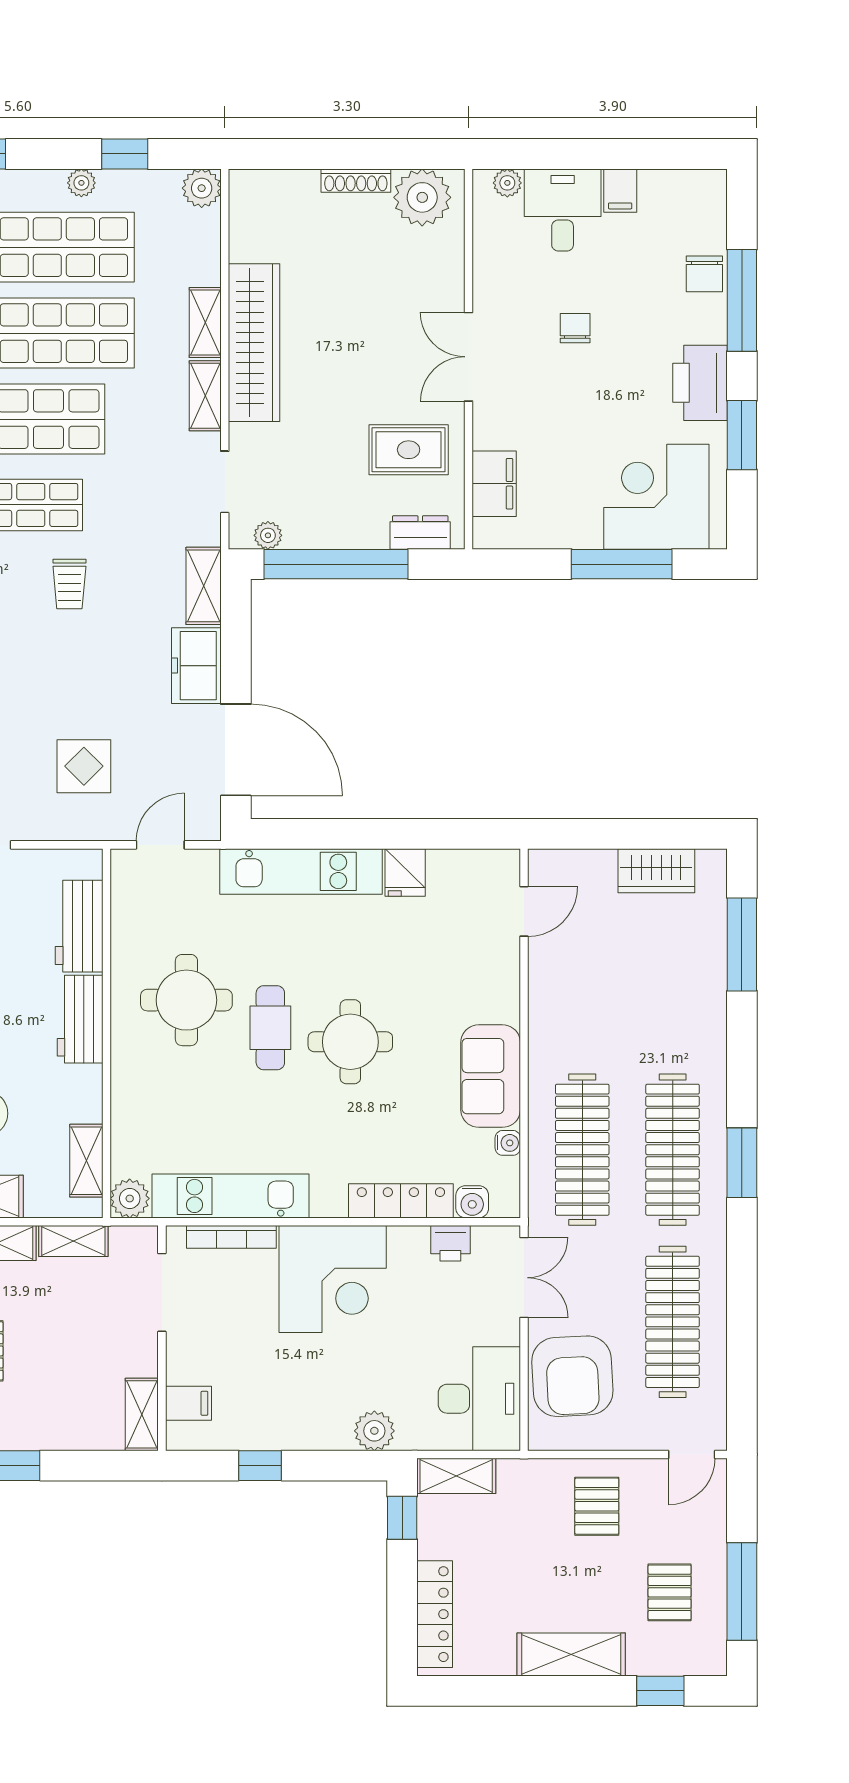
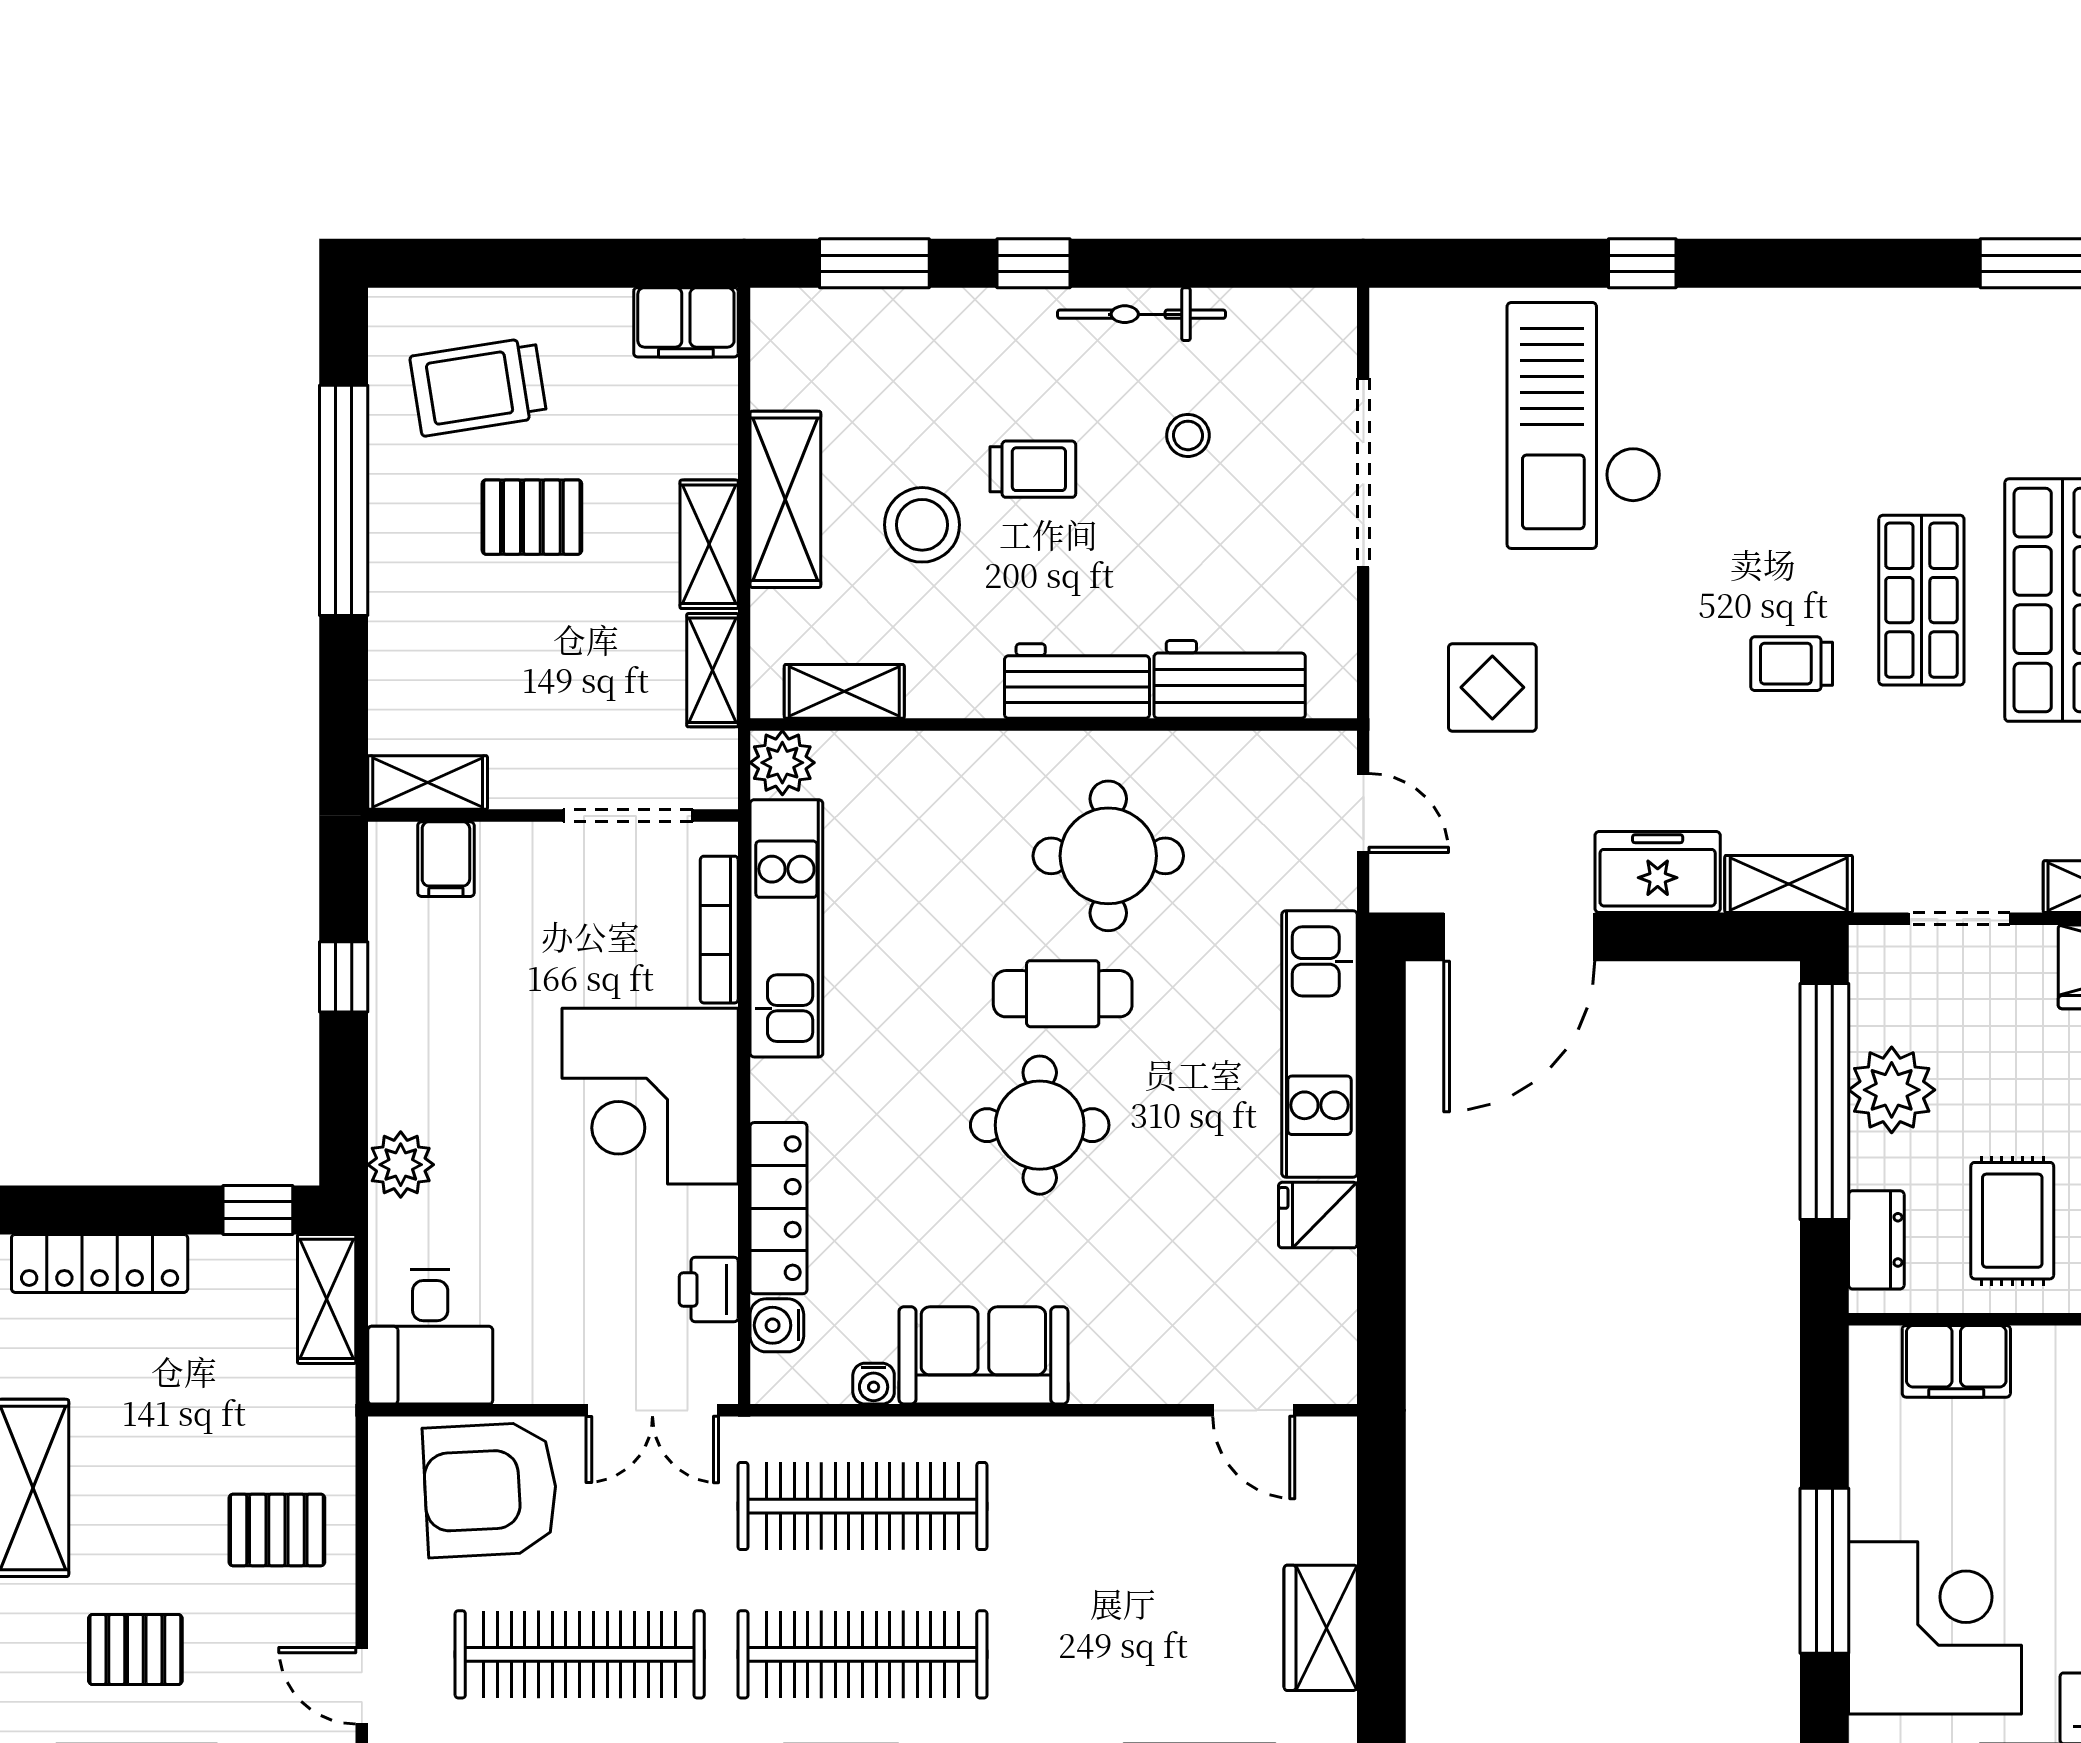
plant: (268, 535) -> (1892, 1090), moved, width x1.88, depth x1.88
desk: (479, 1399) -> (430, 1337), width x0.73

